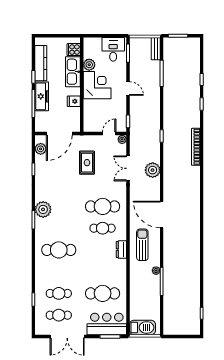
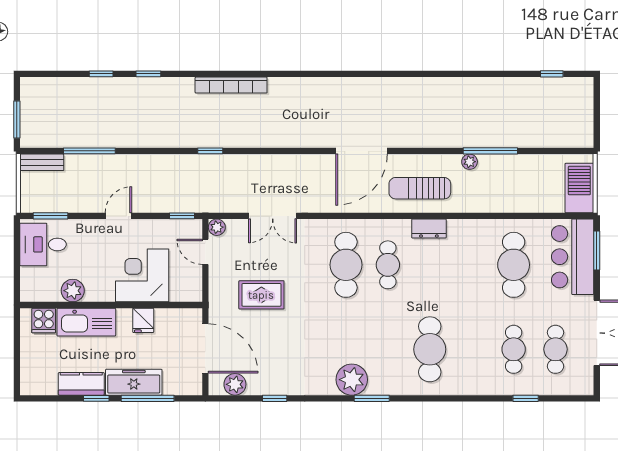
kitchen counter: (41, 63) -> (81, 384), width x0.67
corner desk: (97, 85) -> (142, 275), moved
plant: (153, 170) -> (276, 169), removed

